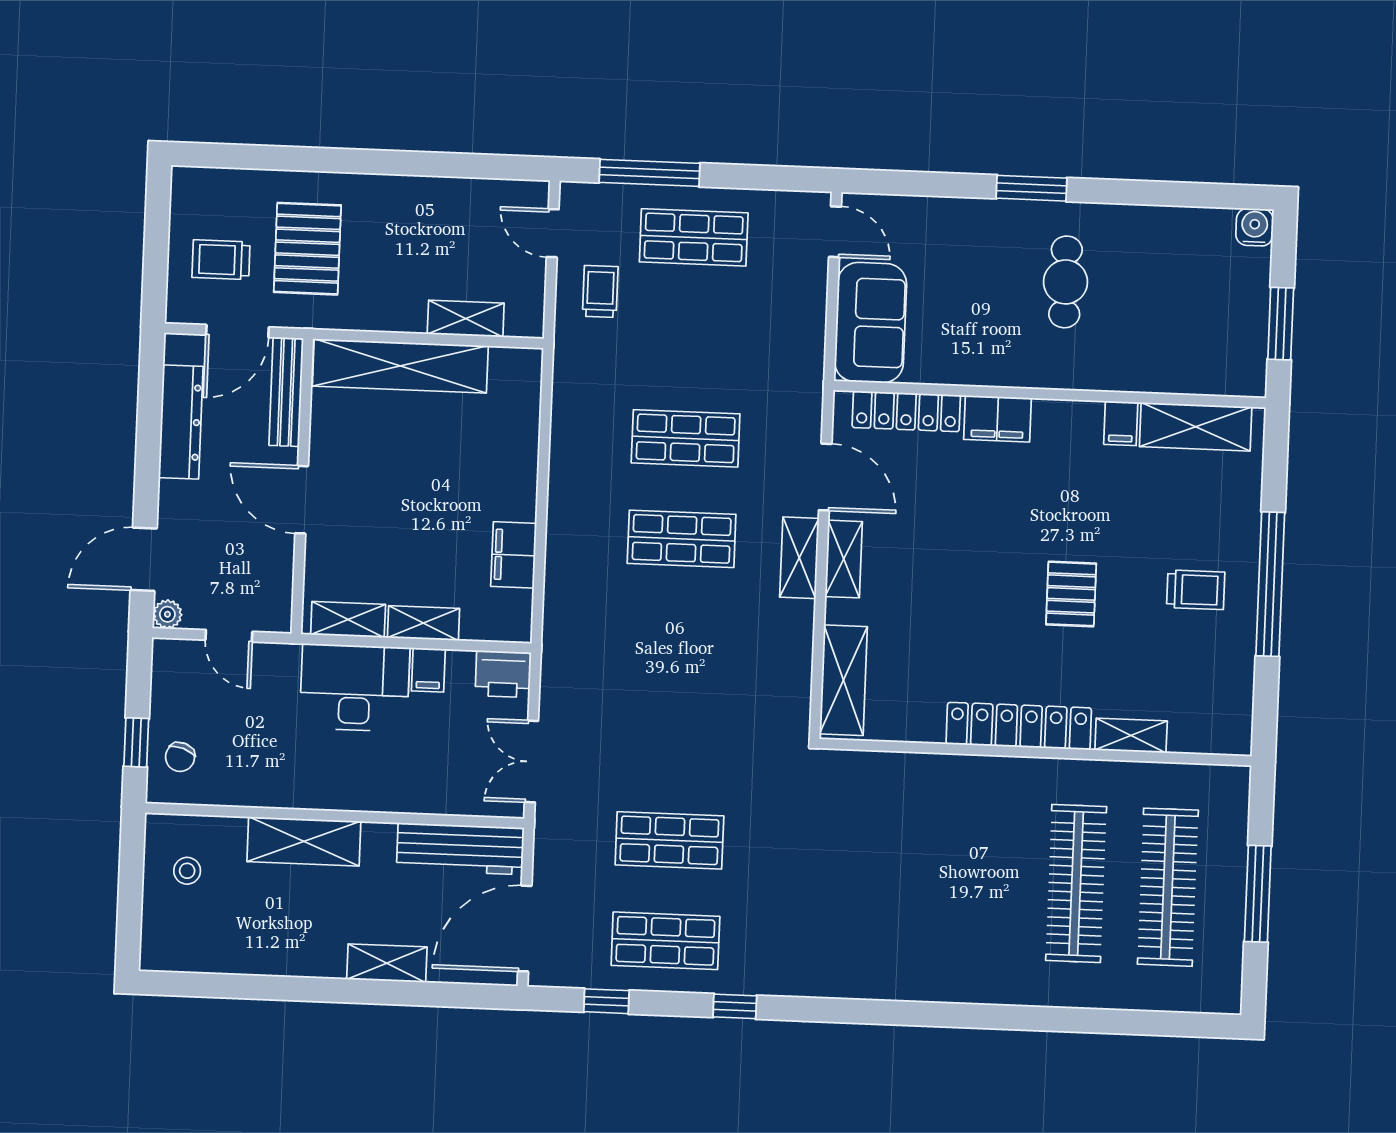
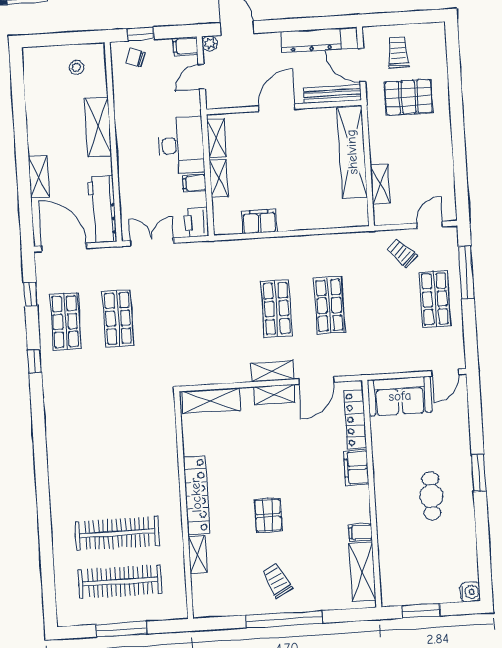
cafe table: (1066, 282) -> (431, 496), turned 90
trolley: (600, 291) -> (402, 253), turned -135
trolley: (1196, 590) -> (277, 580), turned 153
pallet: (1071, 594) -> (268, 515), turned 90
filing cabinet: (168, 661) -> (185, 46), added

